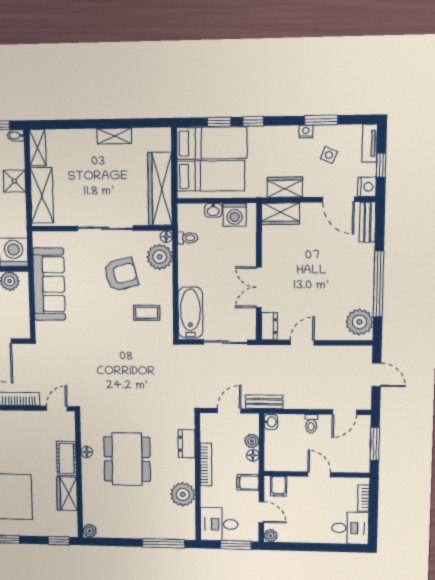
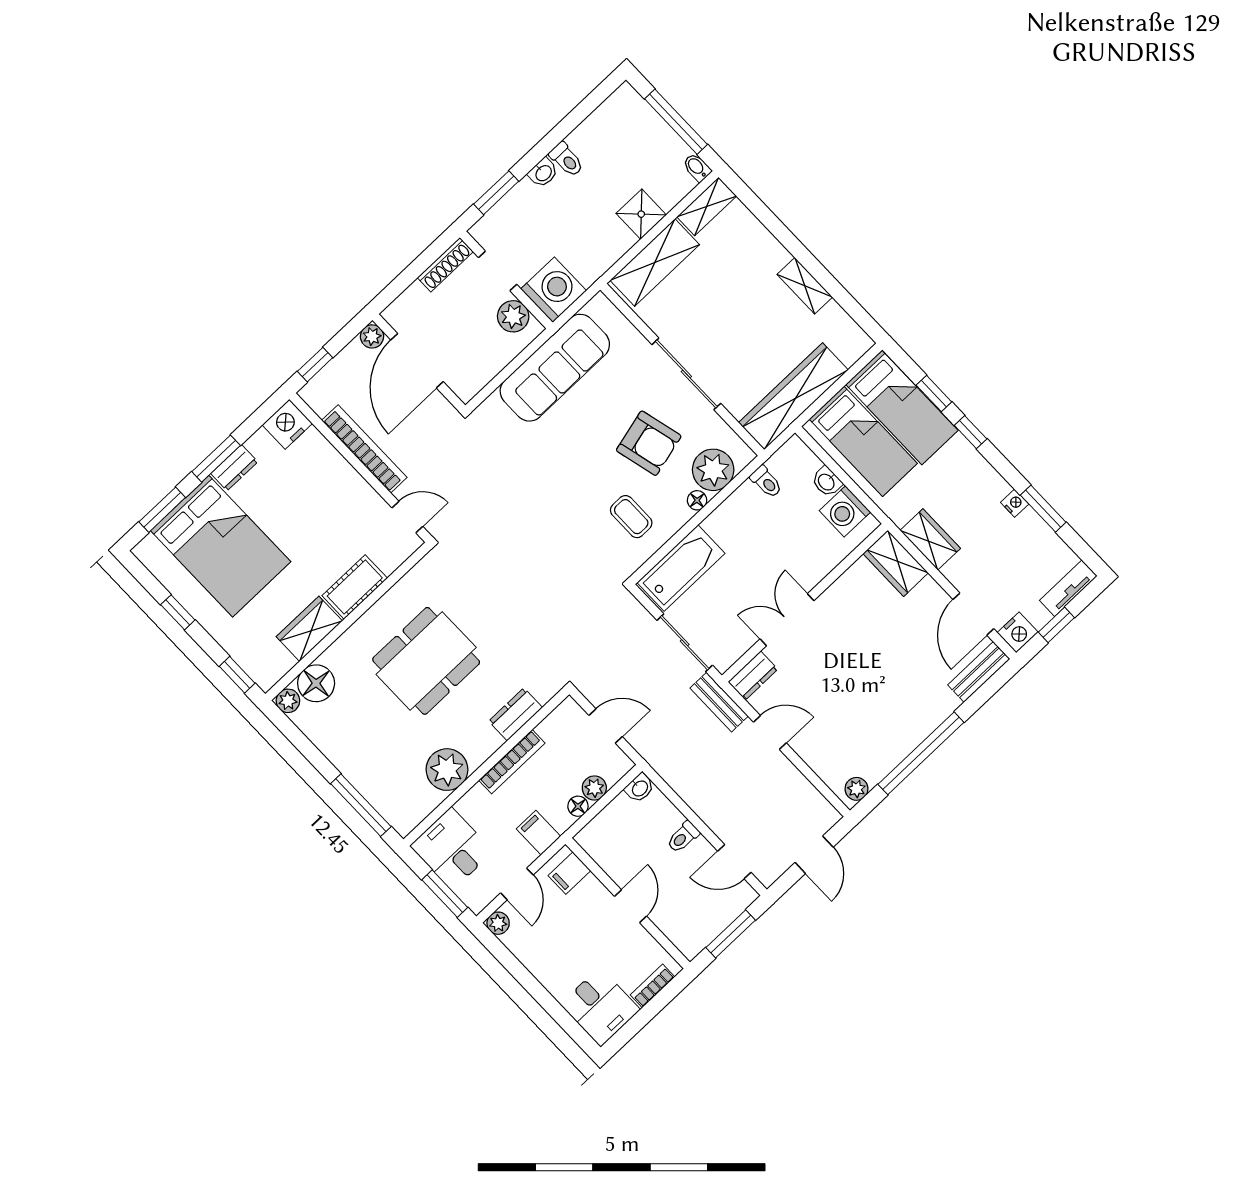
side table: (329, 155) -> (1013, 555), removed
floor lamp: (166, 237) -> (697, 500), moved
plant: (359, 322) -> (857, 789), width x0.53, depth x0.53
bench: (264, 402) -> (719, 702), moved
floor lamp: (87, 452) -> (316, 683), moved, width x1.89, depth x1.89

